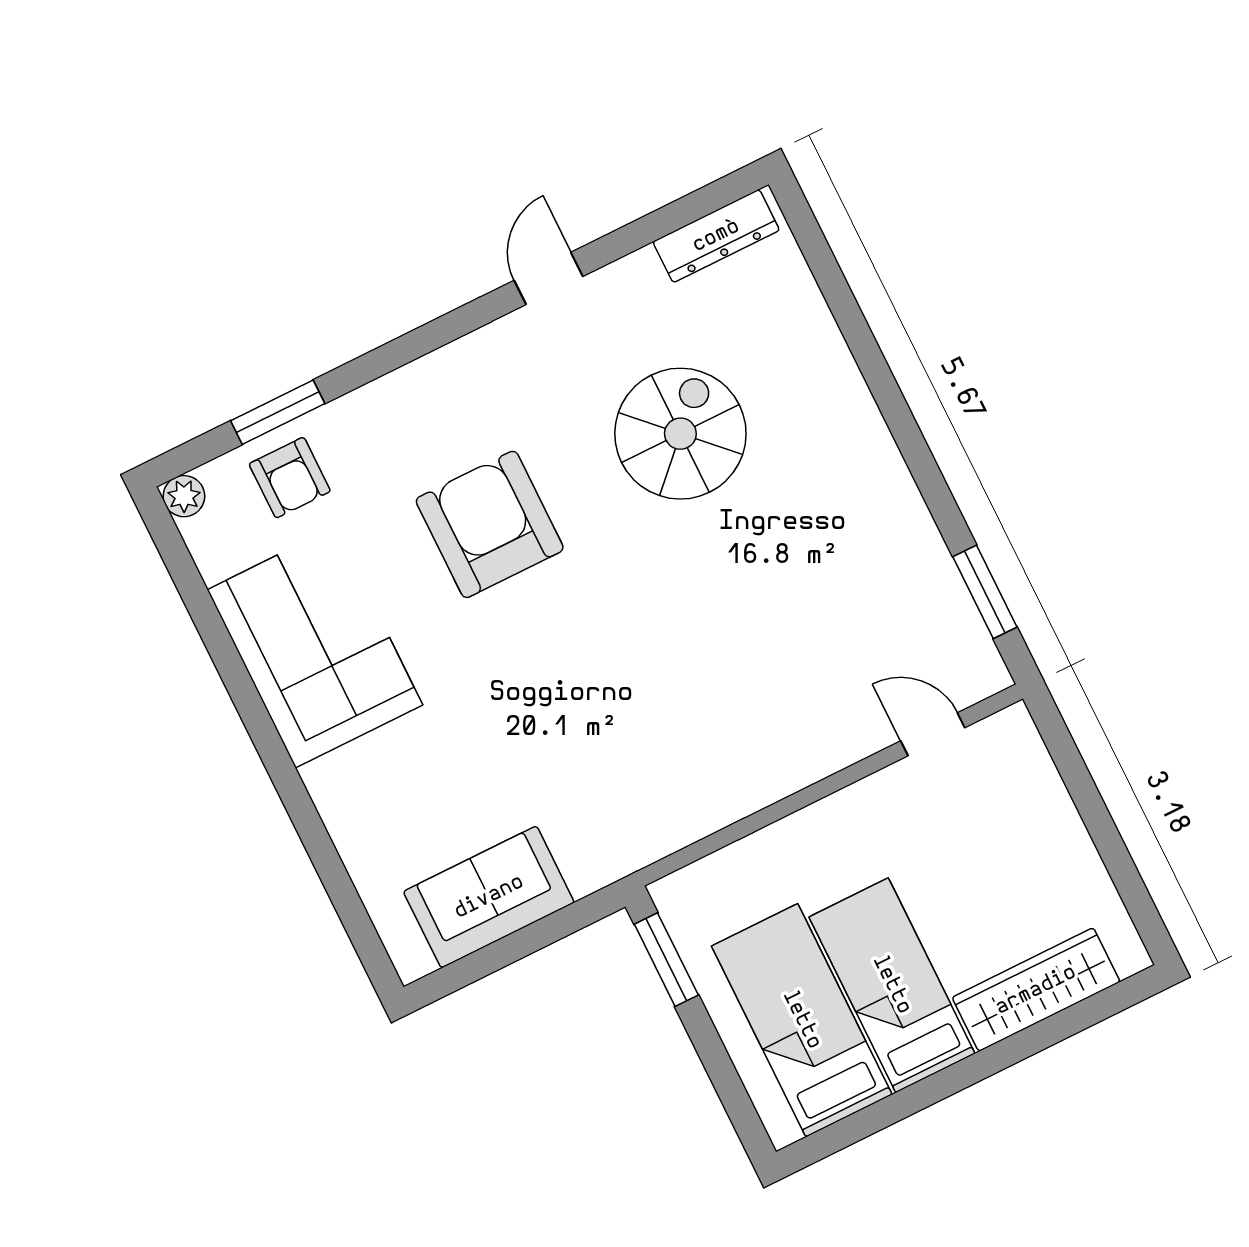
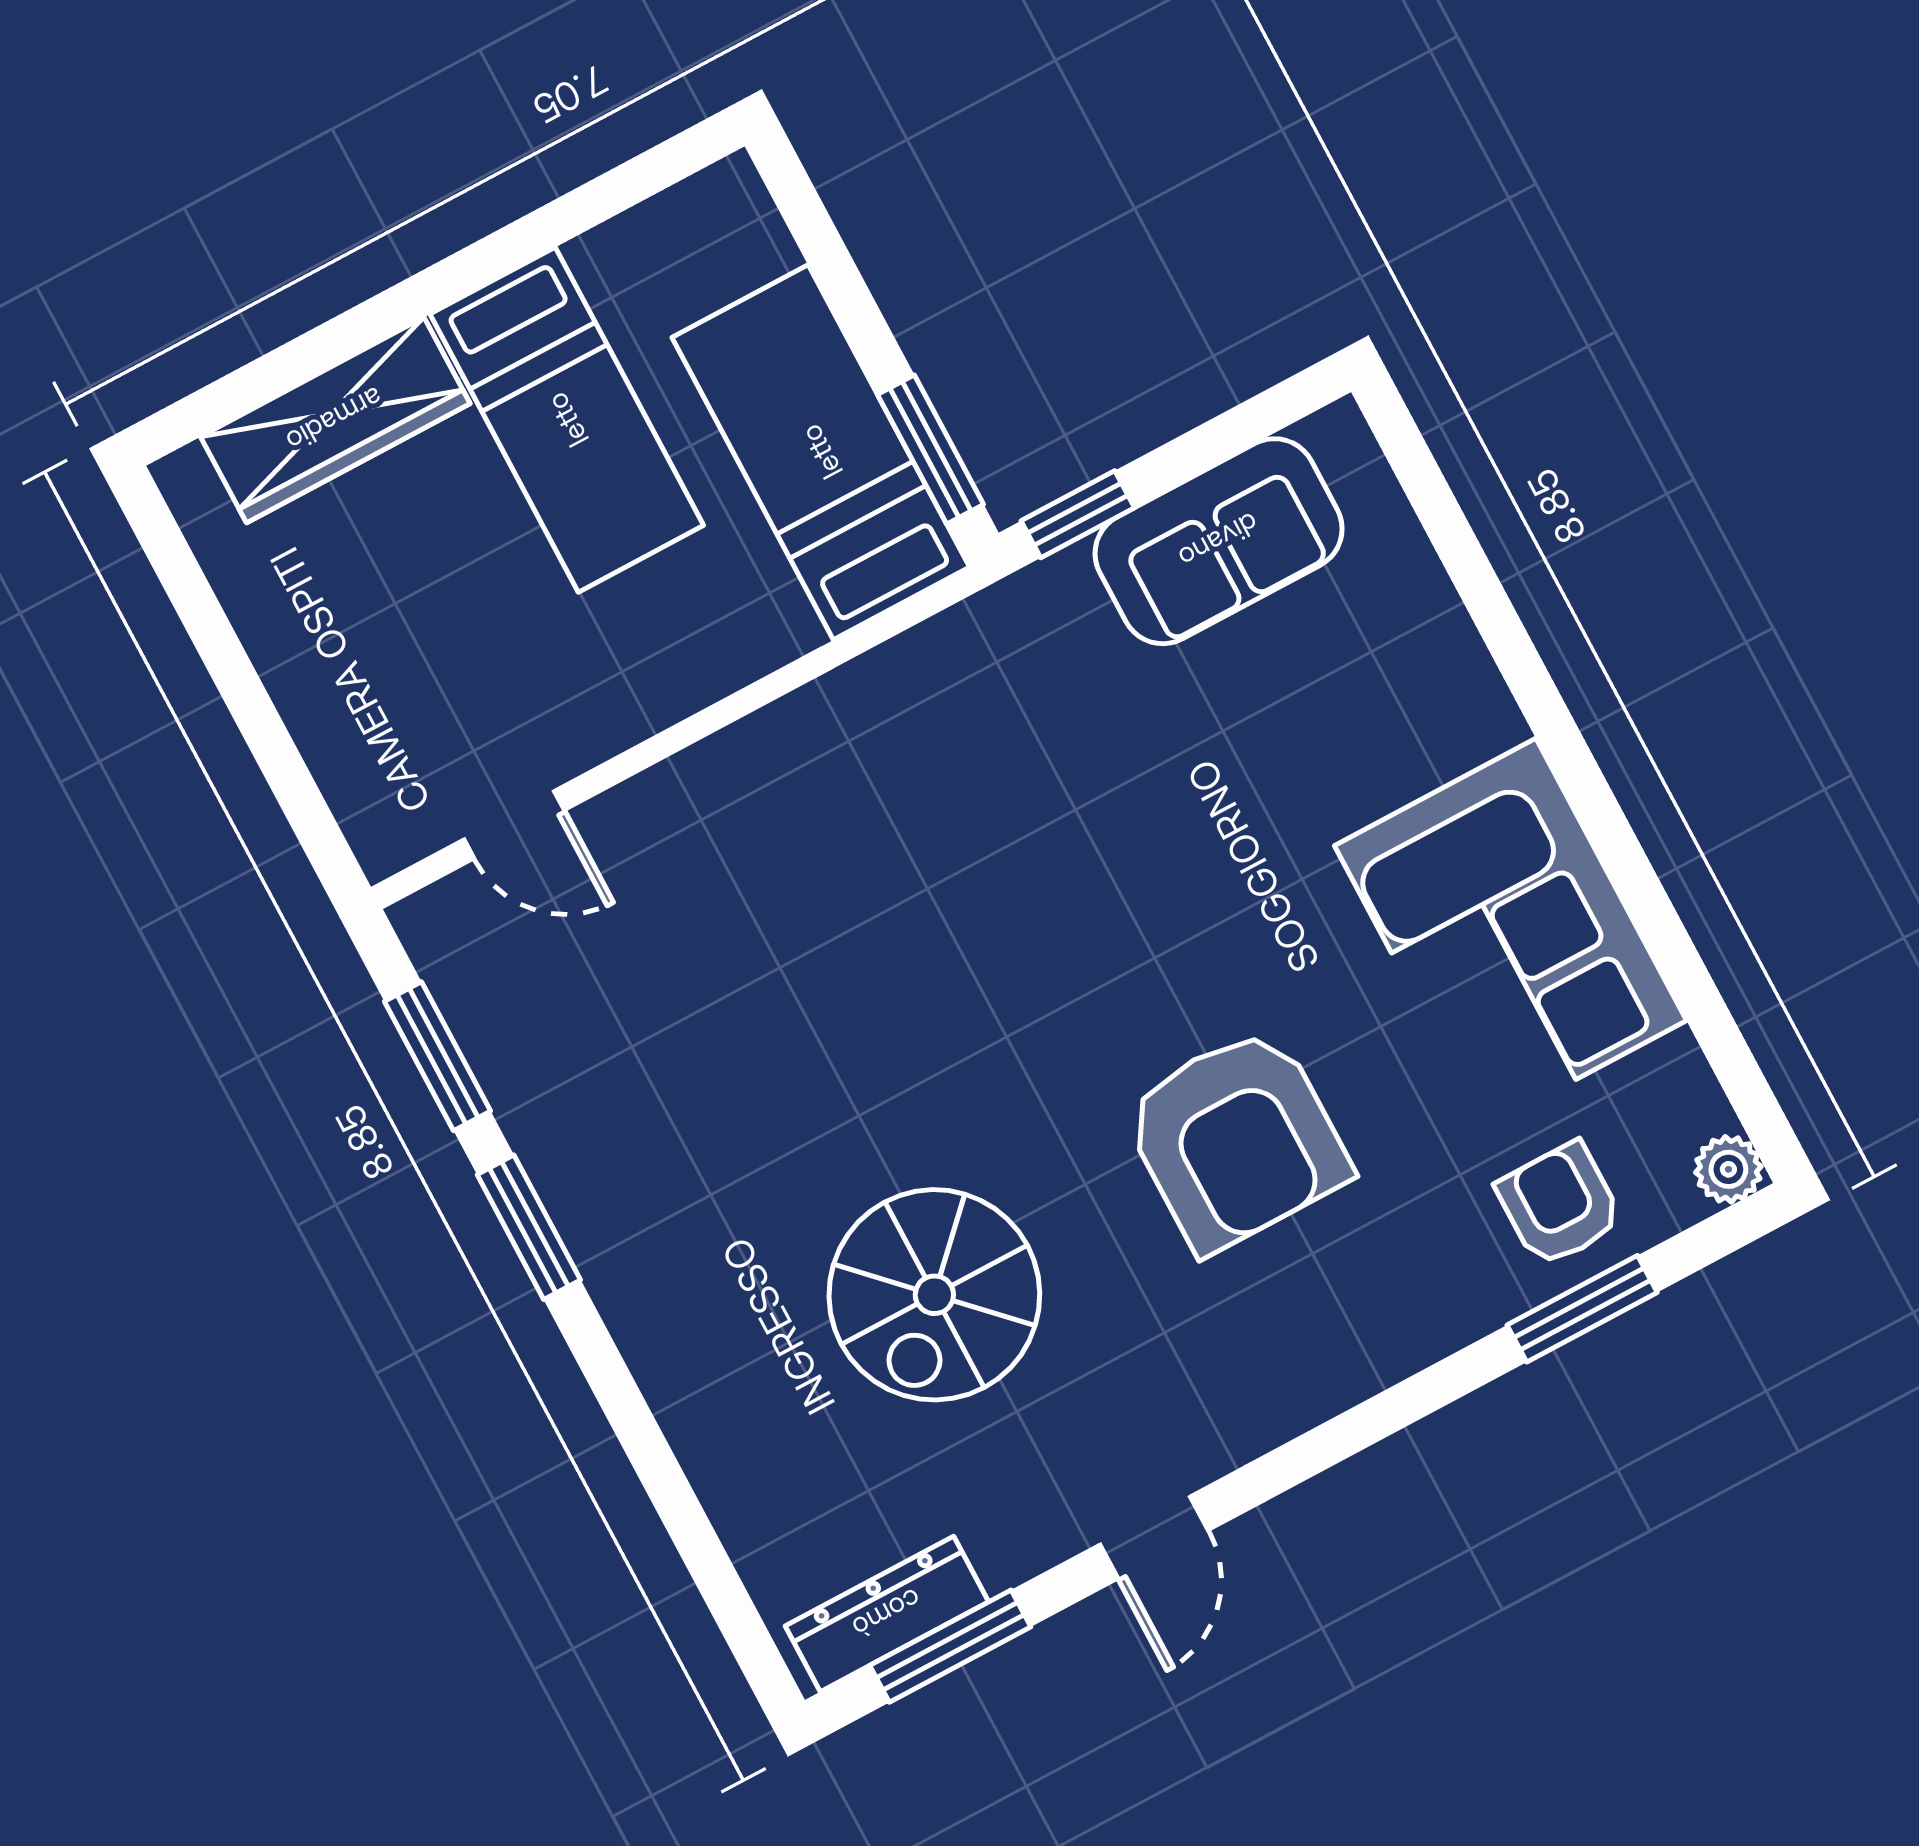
window: (677, 215) -> (950, 1646), added
window: (931, 484) -> (529, 1227), added
window: (576, 916) -> (1078, 514), added
bed: (802, 1020) -> (821, 452), moved, turned 180

